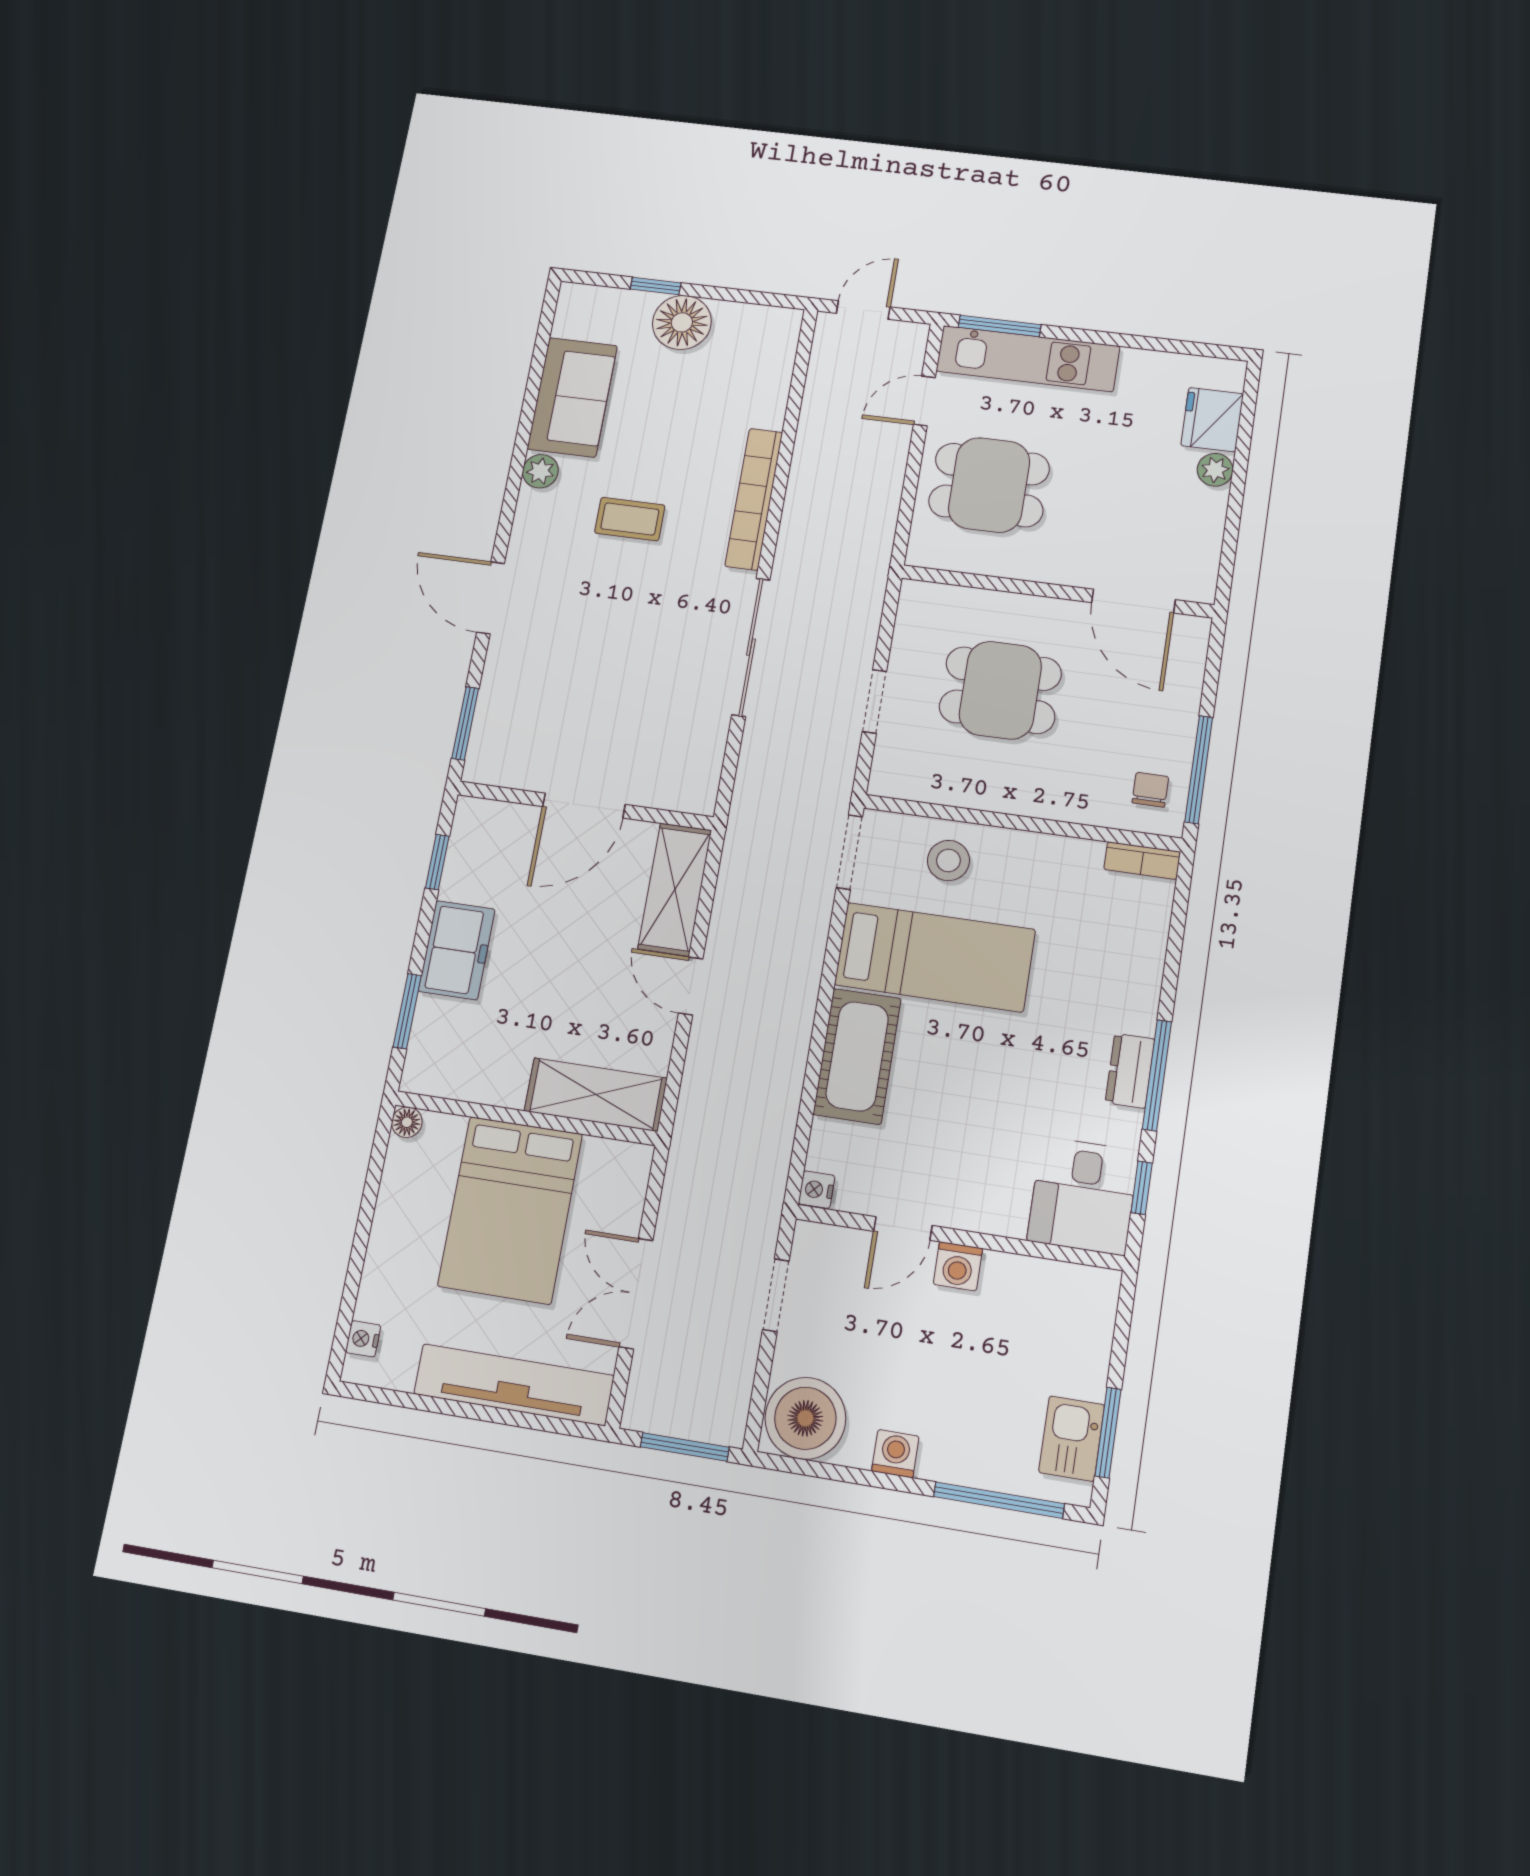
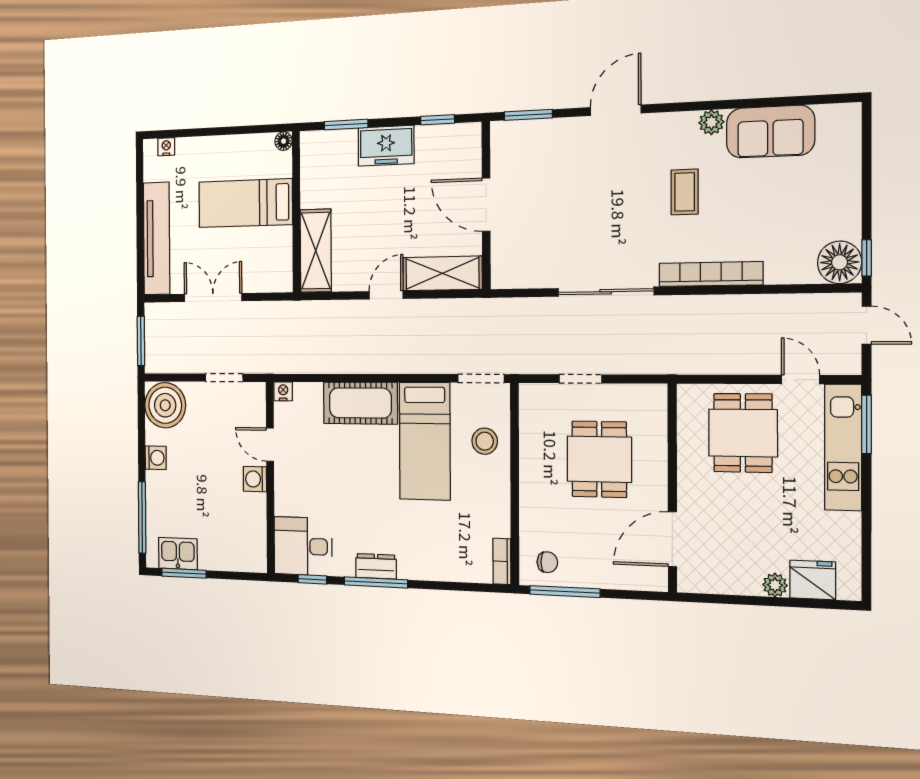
window: (656, 286) -> (867, 258), moved
floor lamp: (682, 322) -> (840, 262), moved
bed: (510, 1210) -> (245, 203), width x0.67

